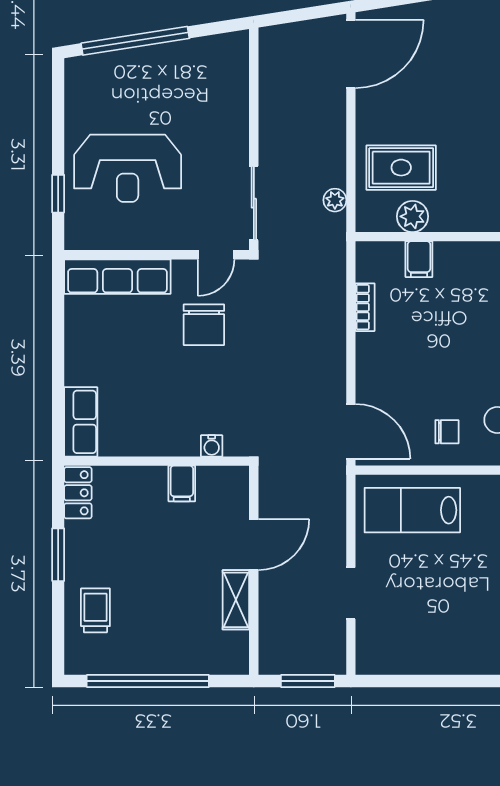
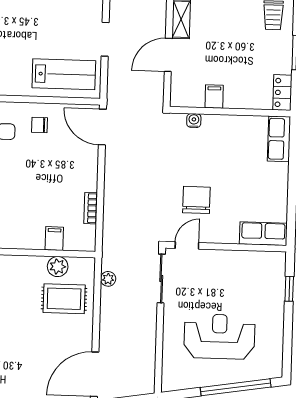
reception desk: (128, 168) -> (219, 337), moved
row of seats: (117, 277) -> (263, 234), width x0.68
doorway: (351, 593) -> (105, 39), moved

